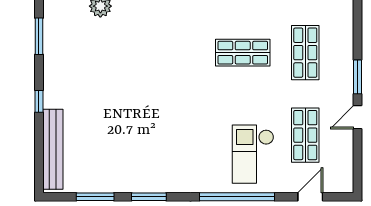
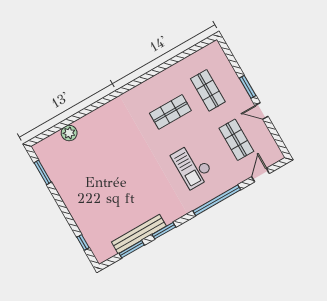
window: (39, 101) -> (83, 242), moved
door: (358, 117) -> (261, 111), hinge flipped
bench: (53, 149) -> (139, 234), moved, turned 90
checkout: (253, 154) -> (192, 166), moved

